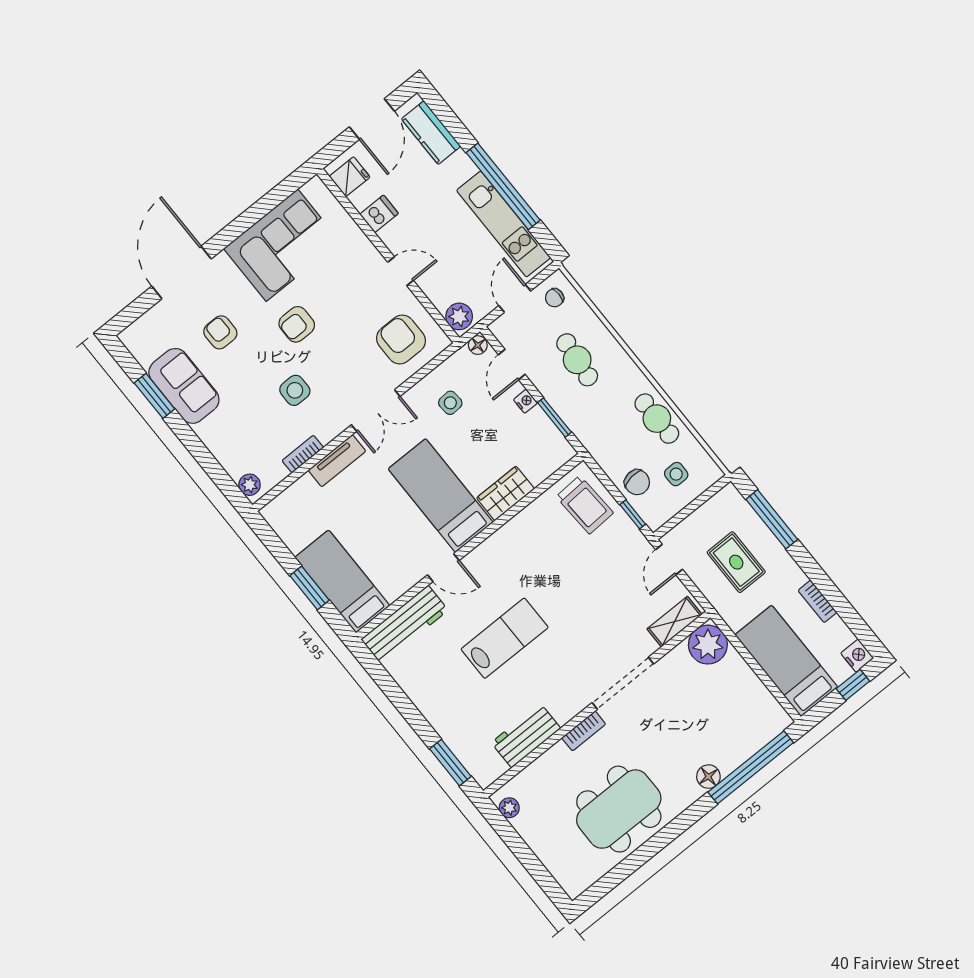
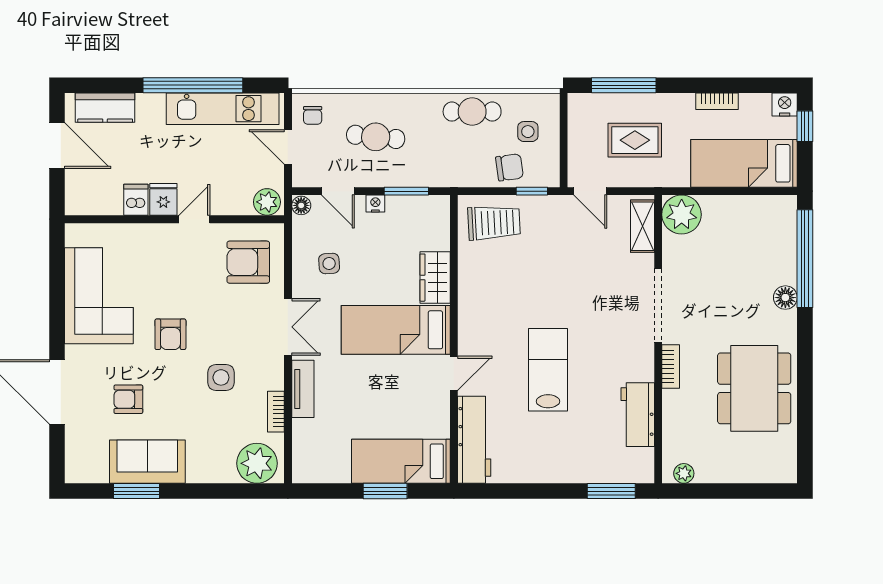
fridge: (350, 177) -> (163, 199), moved
plant: (250, 485) -> (257, 463), width x1.87, depth x1.87

